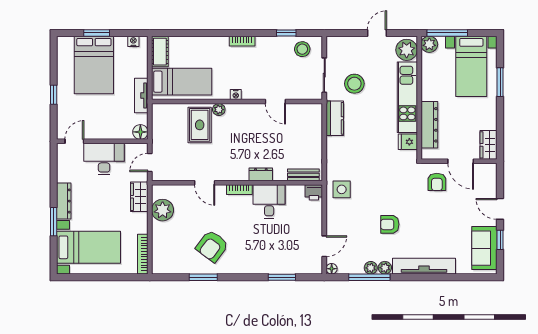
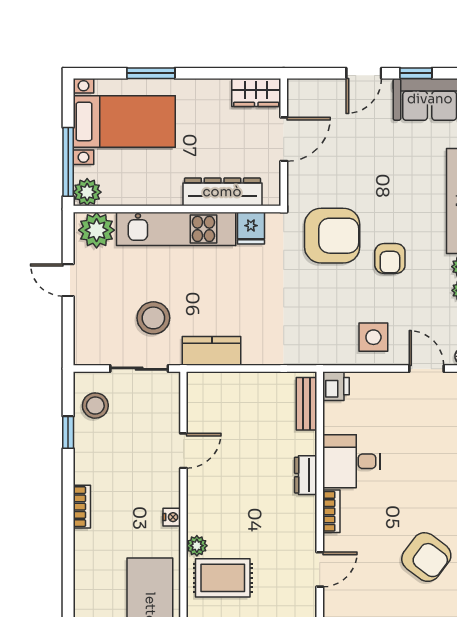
armchair: (437, 182) -> (332, 236), moved, width x1.88, depth x1.88
side table: (342, 189) -> (373, 337), moved

